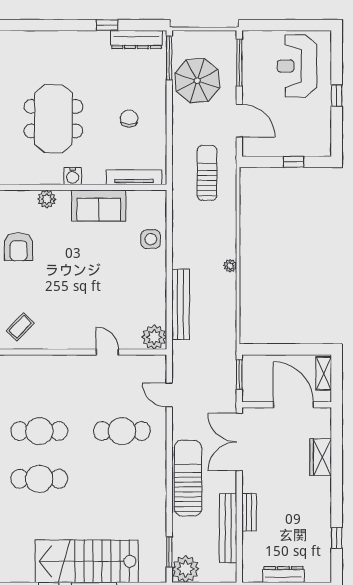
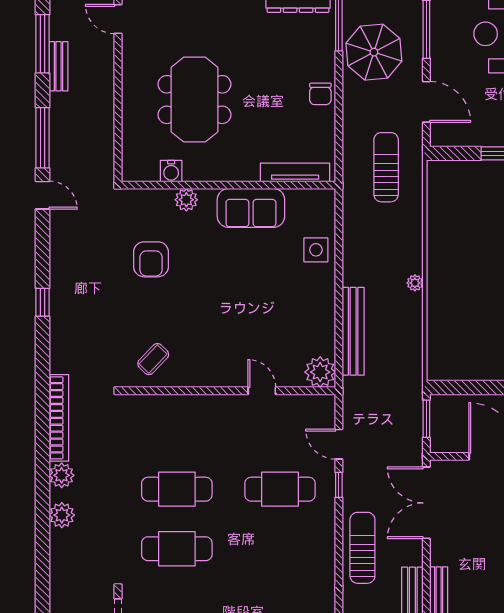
chair: (129, 118) -> (320, 94), moved, turned 180
water cooler: (73, 176) -> (171, 171), moved
window: (169, 428) -> (339, 485), added
sun lounger: (188, 478) -> (362, 548), width x0.73, depth x0.75

